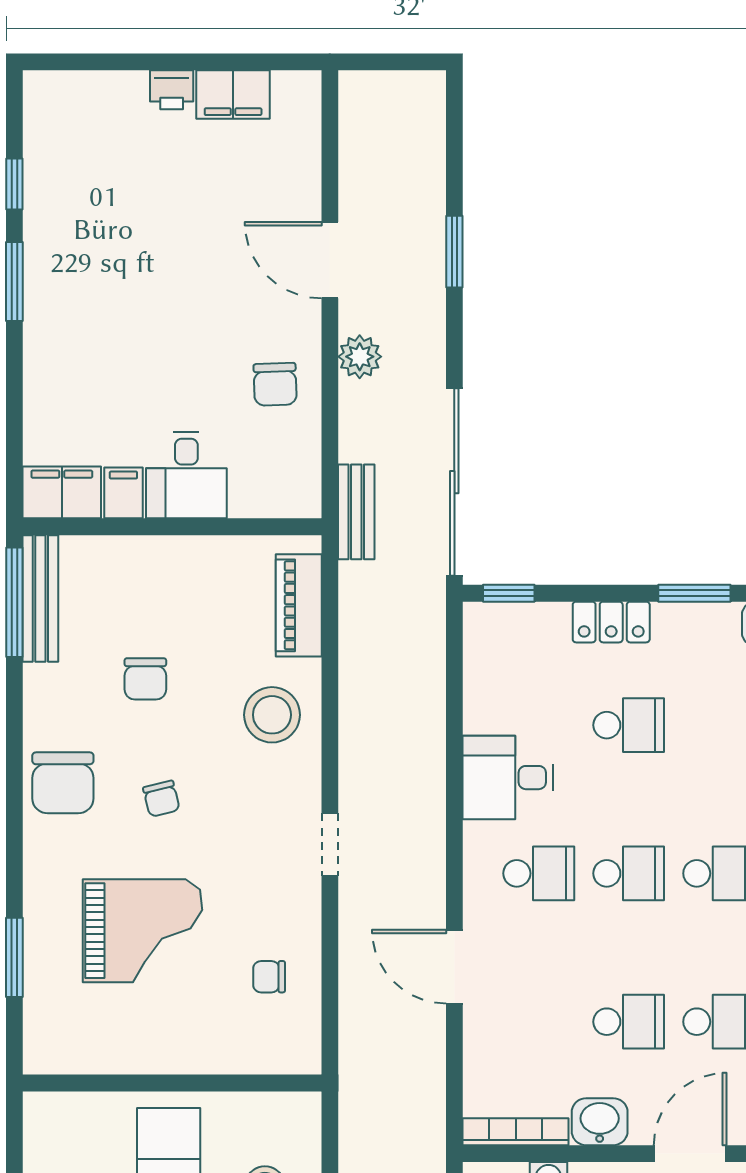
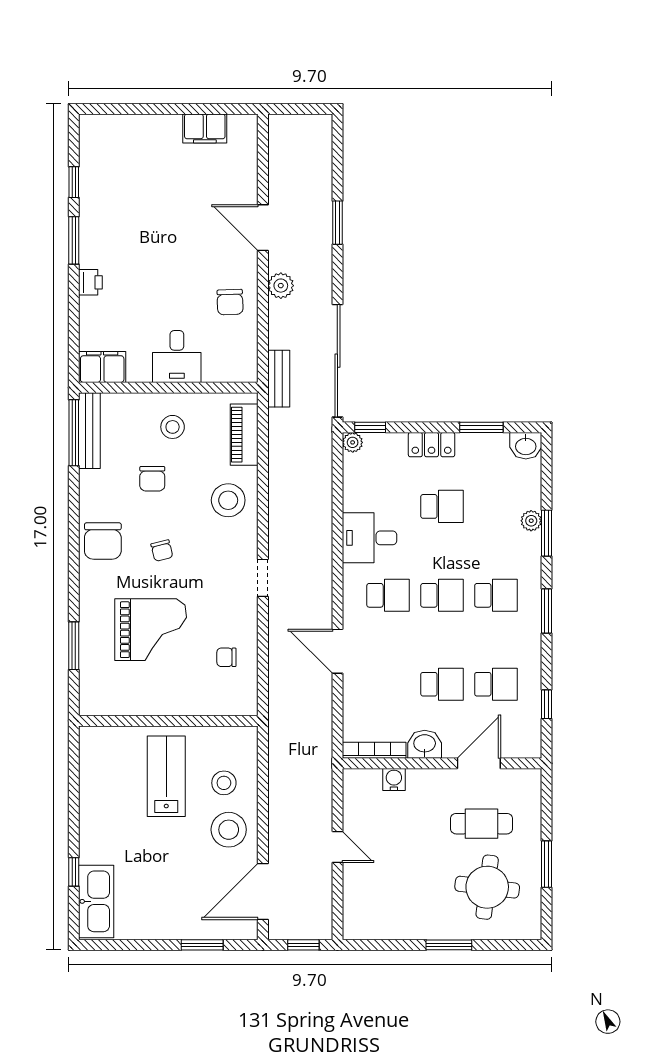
printer: (172, 90) -> (90, 282), moved, turned -90
filing cabinet: (123, 493) -> (139, 367), removed
stool: (179, 593) -> (173, 427), added
plant: (479, 618) -> (353, 442), added

